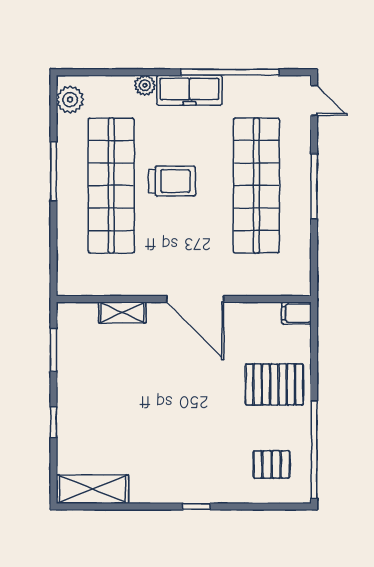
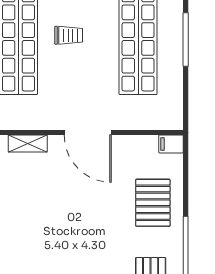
trolley: (172, 181) -> (69, 35), width x0.73, depth x0.72
pallet: (274, 384) -> (153, 203), turned 90

